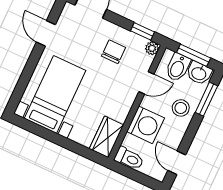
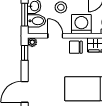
chair: (114, 52) -> (76, 47), moved

